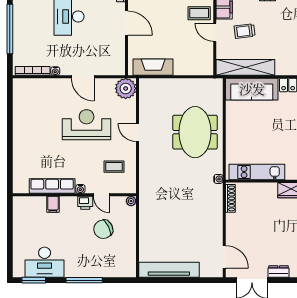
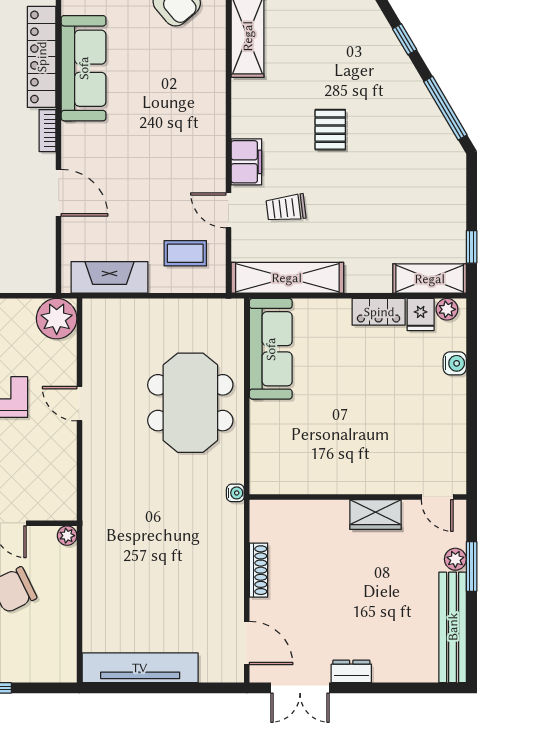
coffee table: (199, 13) -> (185, 253), moved
sofa: (252, 89) -> (271, 349), moved, turned -90
coffee table: (114, 167) -> (34, 469), removed
kitchen unit: (257, 172) -> (310, 479), removed
shoe rack: (230, 198) -> (259, 570), moved

